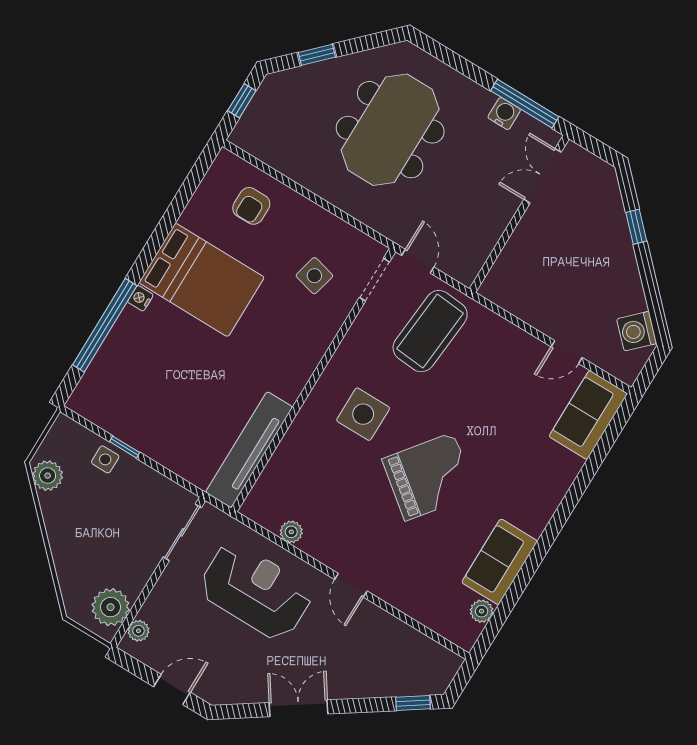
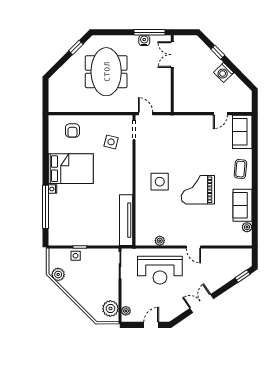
window: (317, 55) -> (76, 47), moved
window: (242, 101) -> (45, 94), removed
coffee table: (430, 331) -> (240, 169), moved, width x0.54, depth x0.58
washing machine: (637, 331) -> (224, 73), moved
grand piano: (429, 477) -> (198, 190), turned -128
reception desk: (256, 591) -> (160, 270), turned 180

